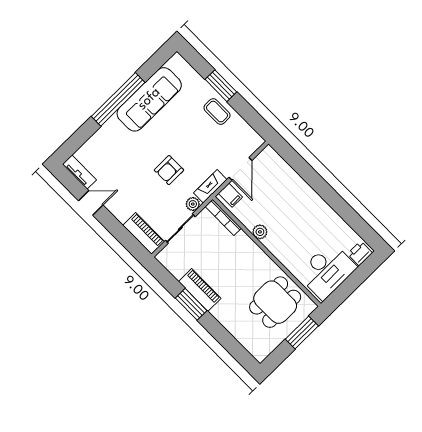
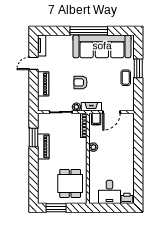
sofa: (149, 99) -> (102, 46), width x1.36, depth x1.27
door: (91, 203) -> (33, 63), swing flipped
piano: (144, 234) -> (43, 84), moved
desk: (327, 271) -> (109, 192), width x0.73
dining table: (275, 302) -> (70, 183), turned 90
window: (191, 304) -> (33, 137), moved
window: (302, 333) -> (56, 208), moved

